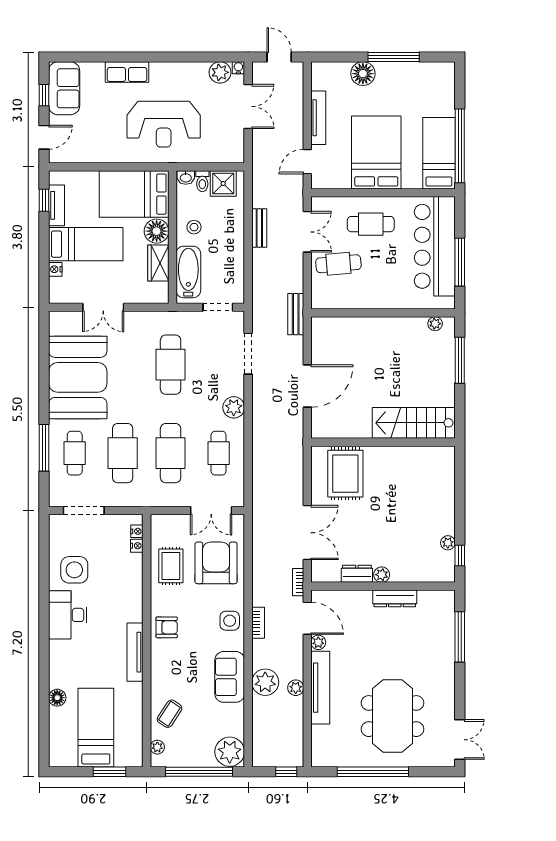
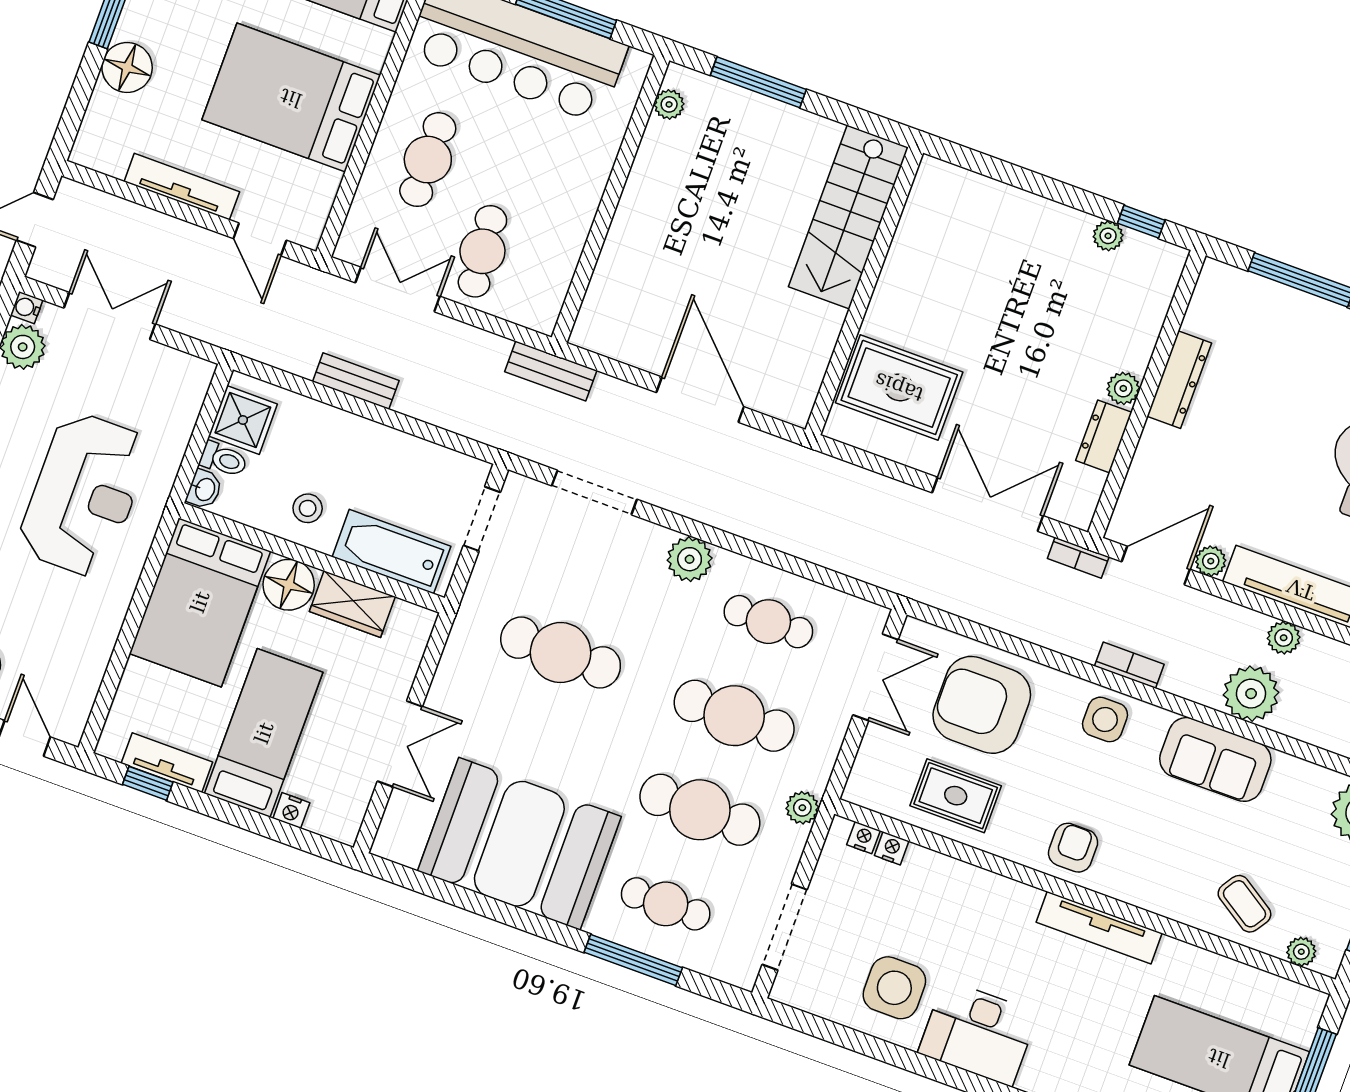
plant: (140, 499) -> (802, 808), added

